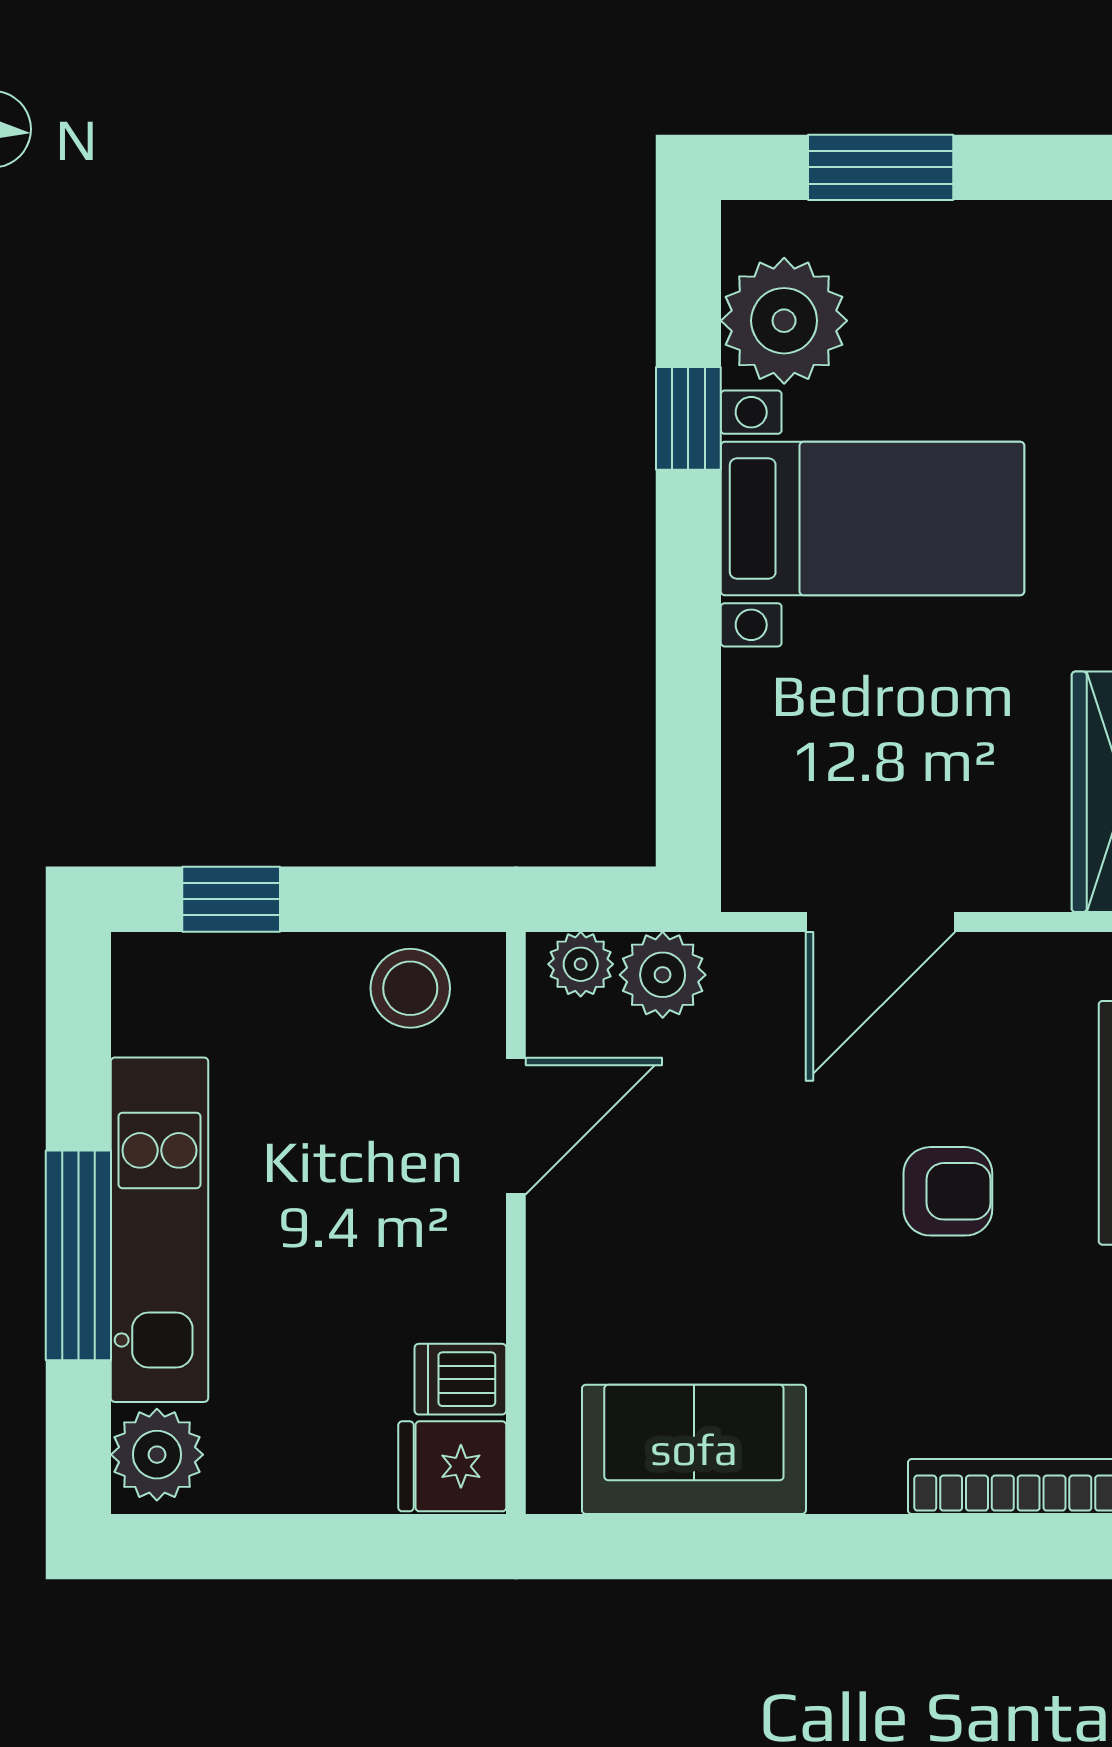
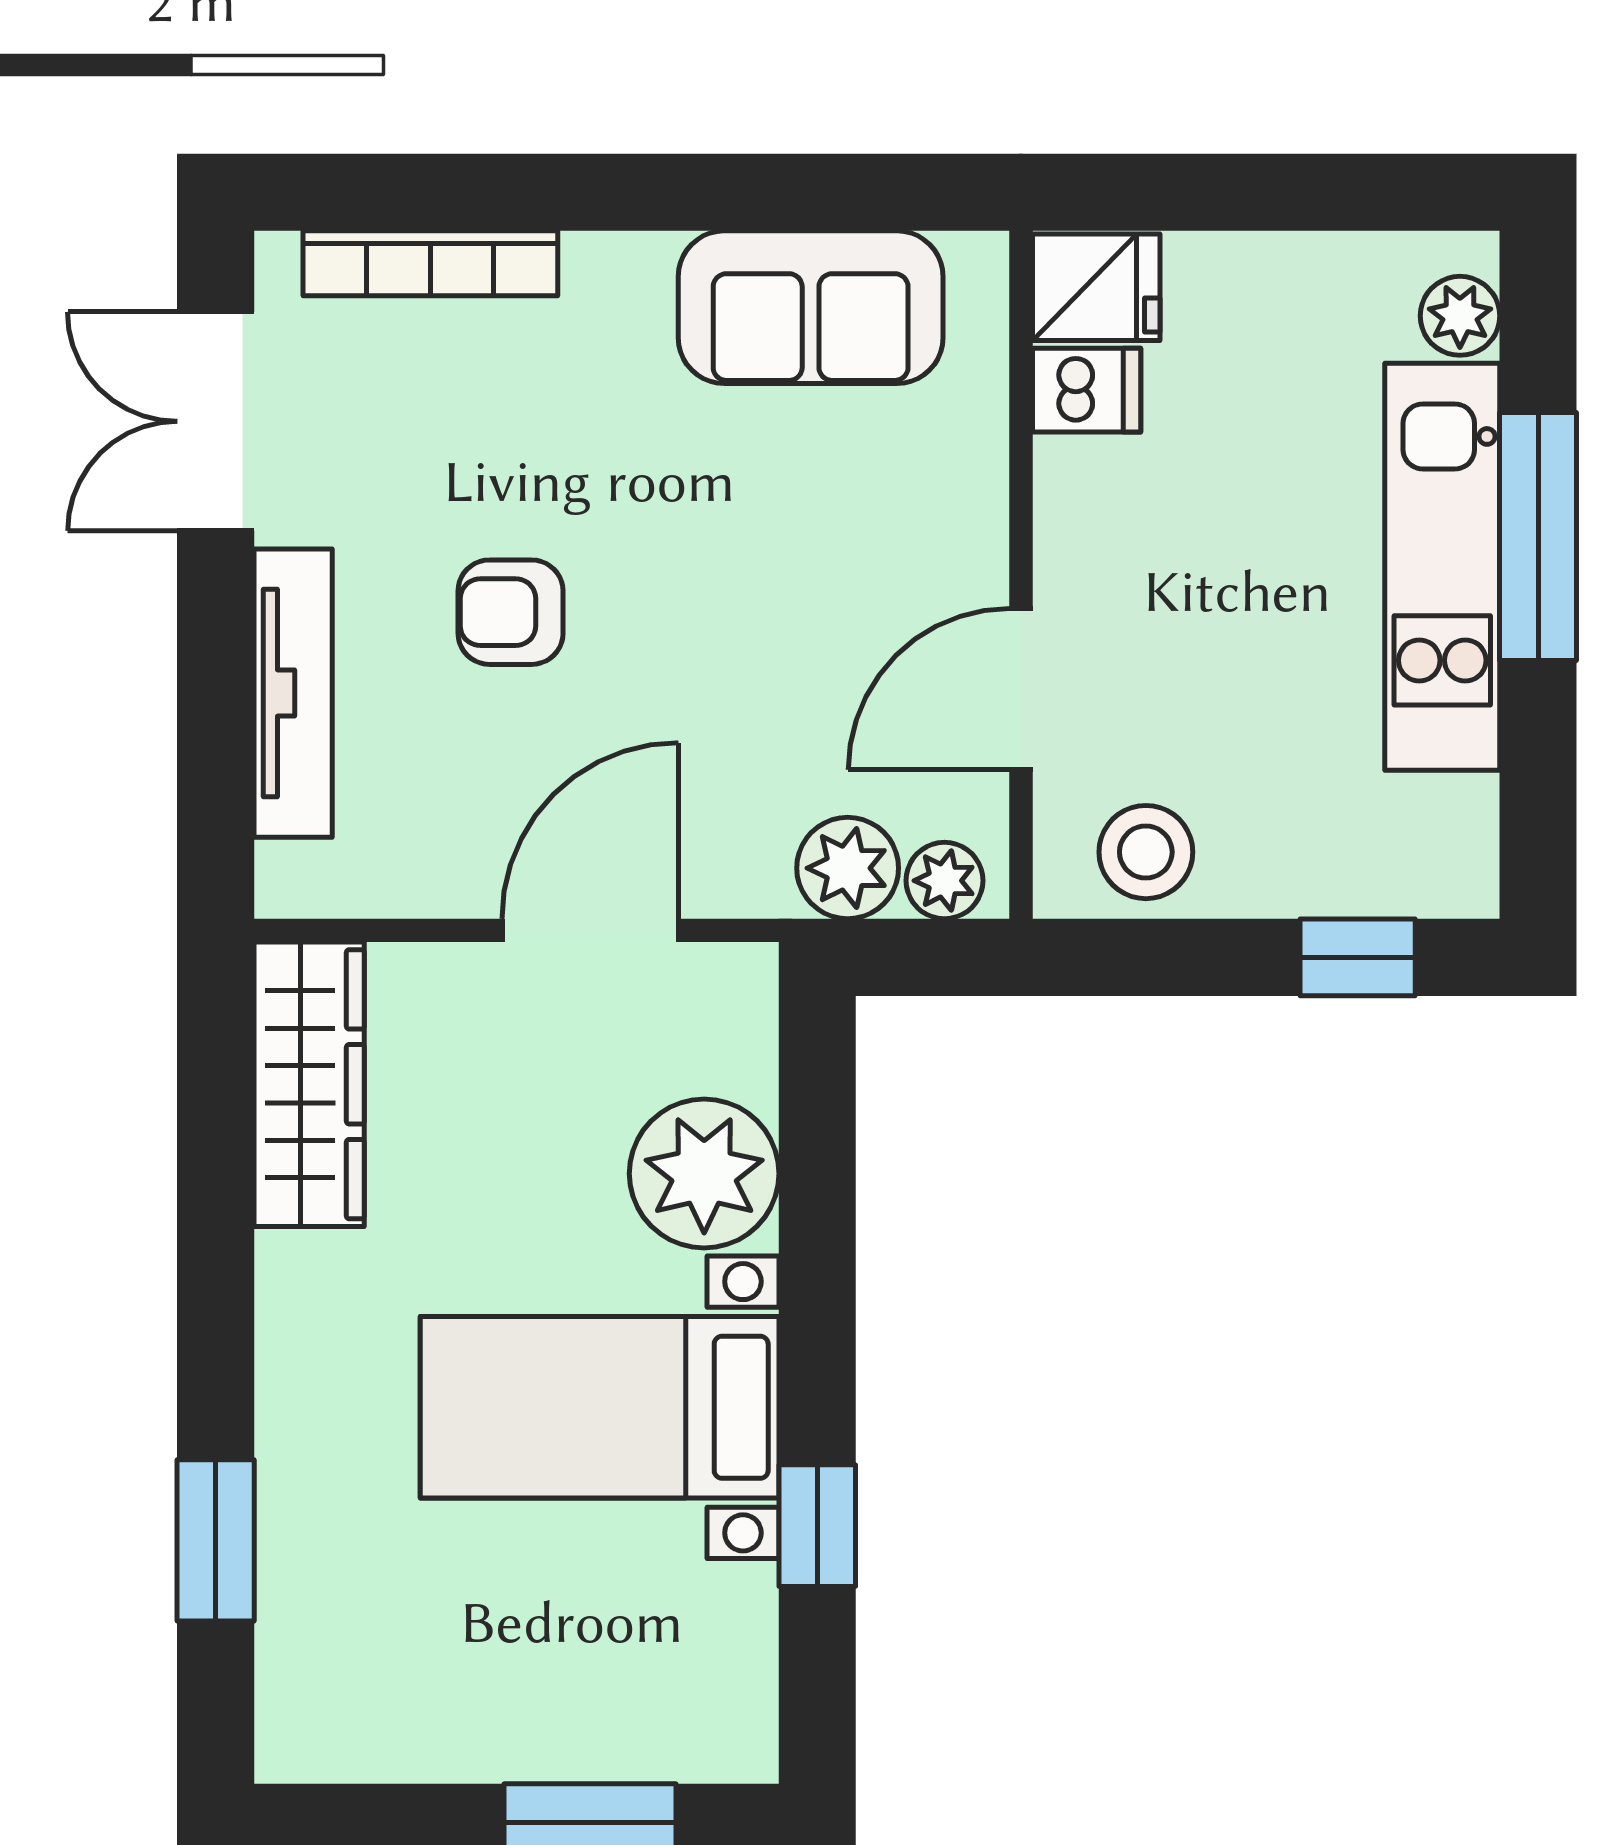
plant: (784, 321) -> (704, 1174), moved
plant: (157, 1455) -> (1460, 316), width x0.73, depth x0.73

